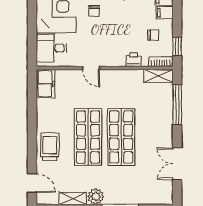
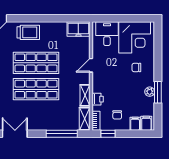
shelving: (129, 76) -> (85, 95), added

